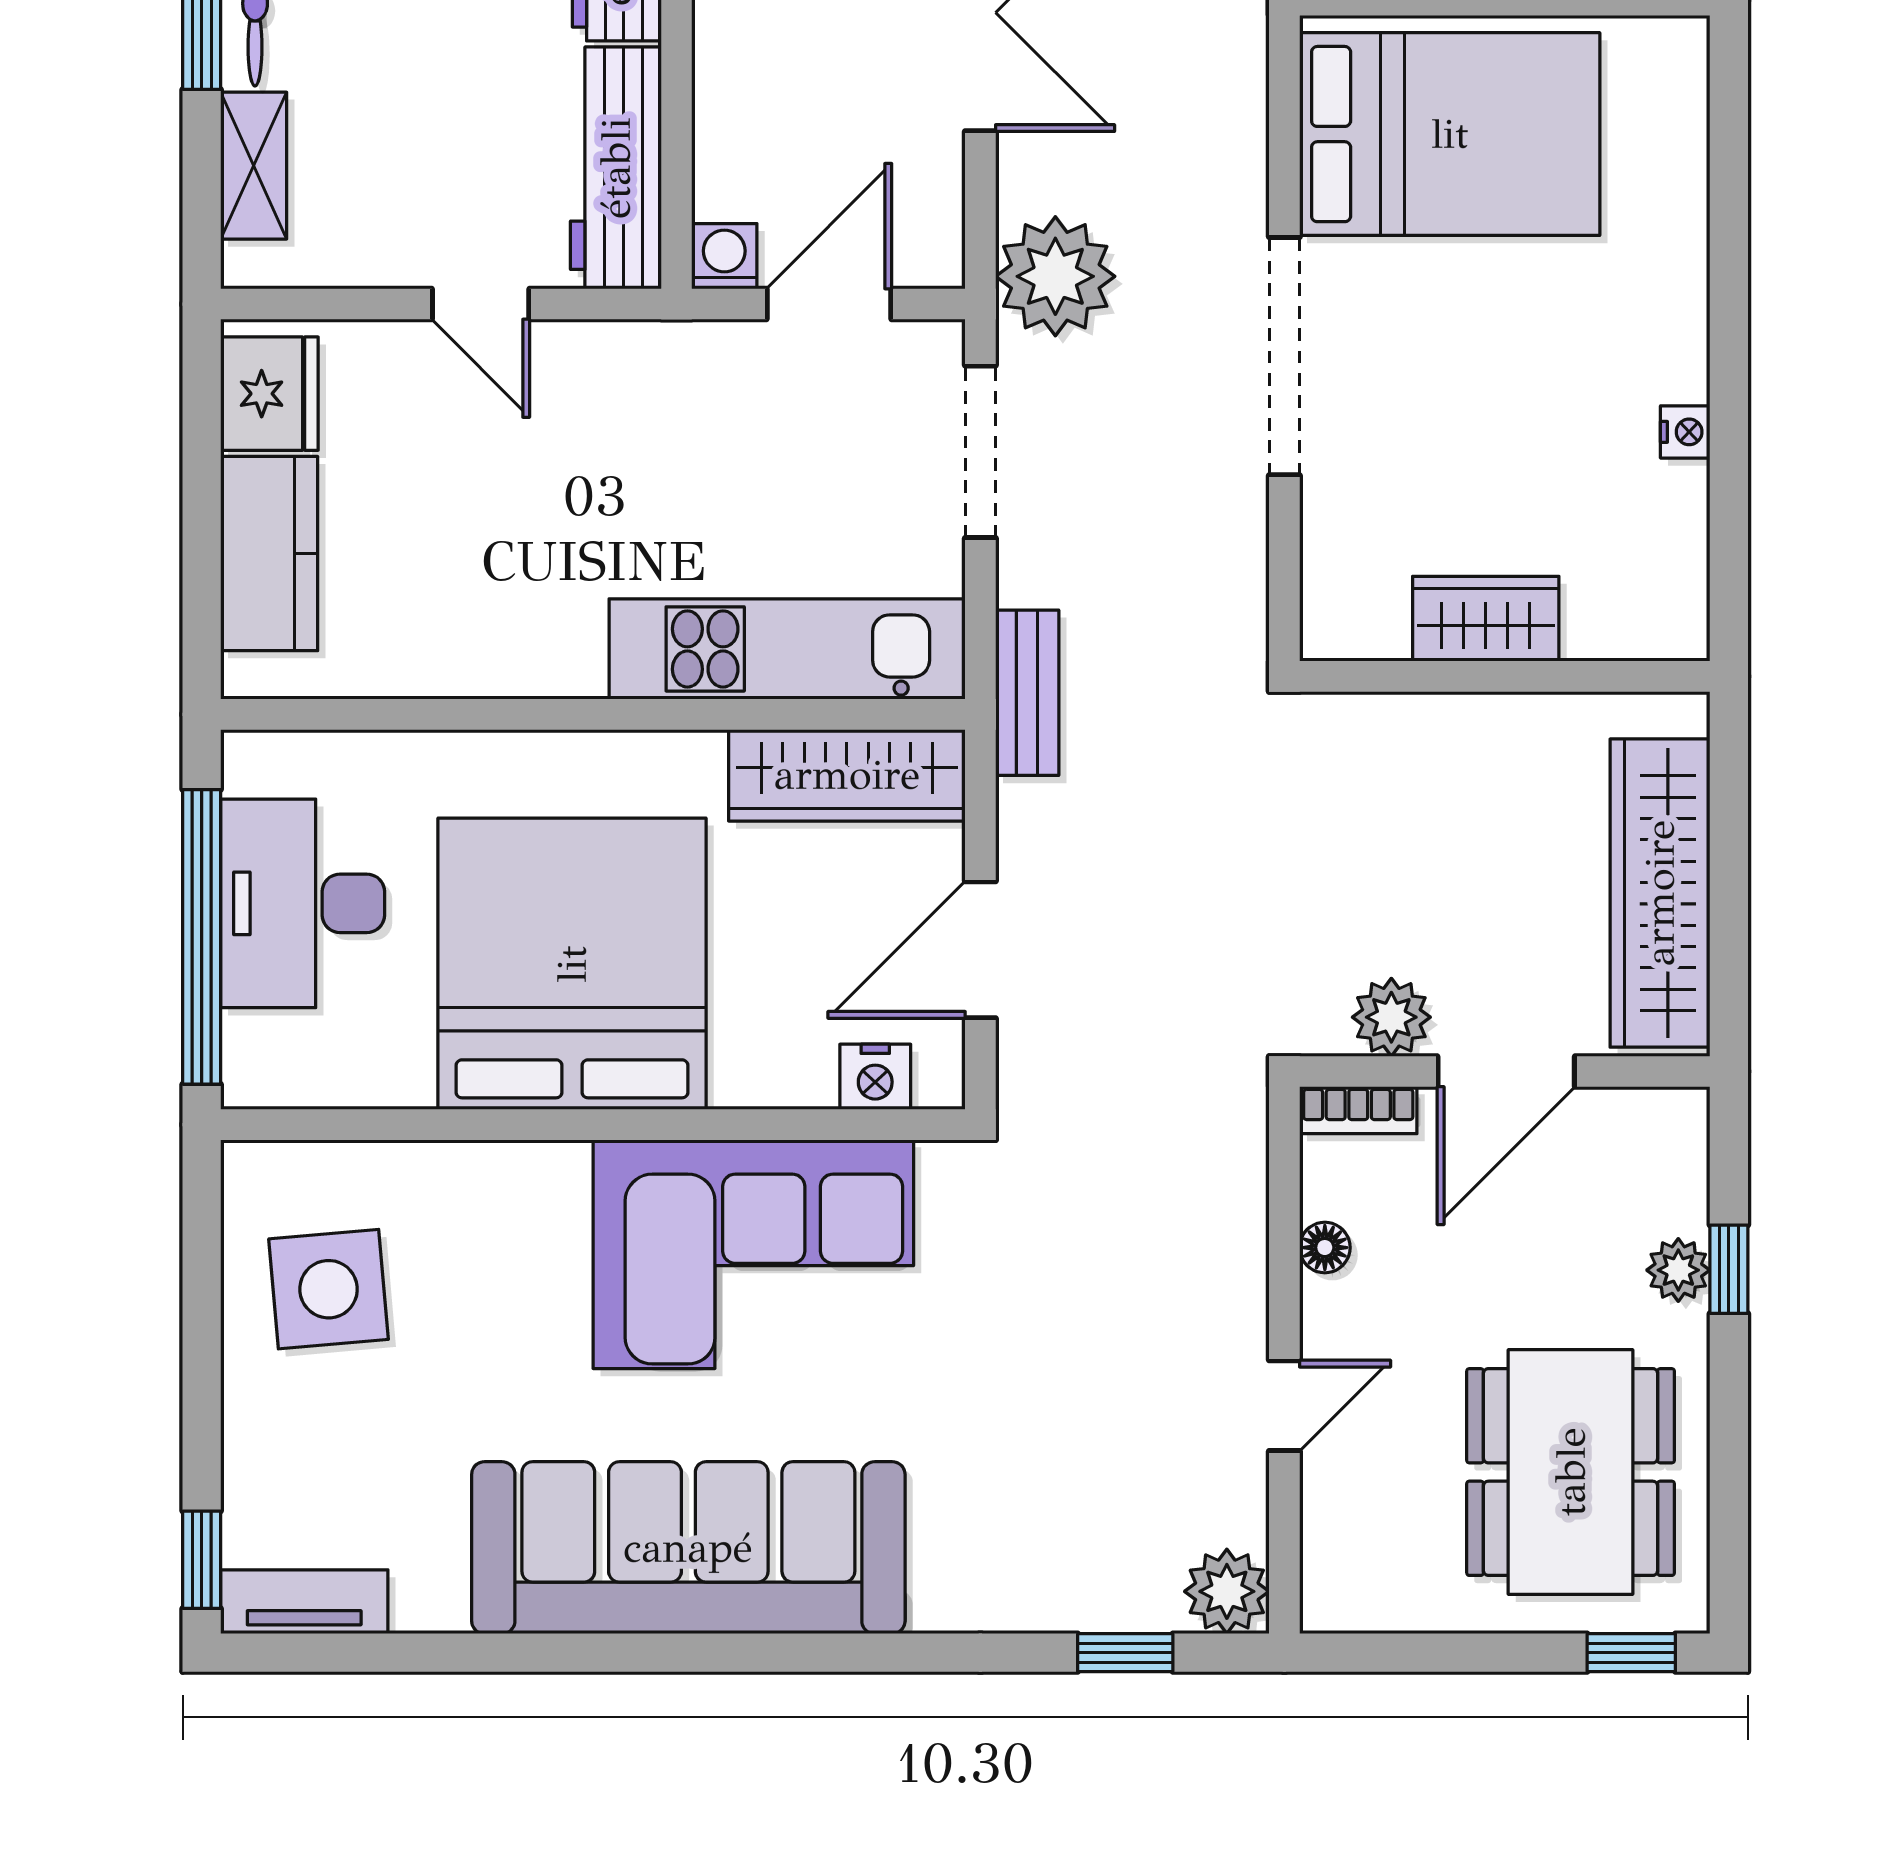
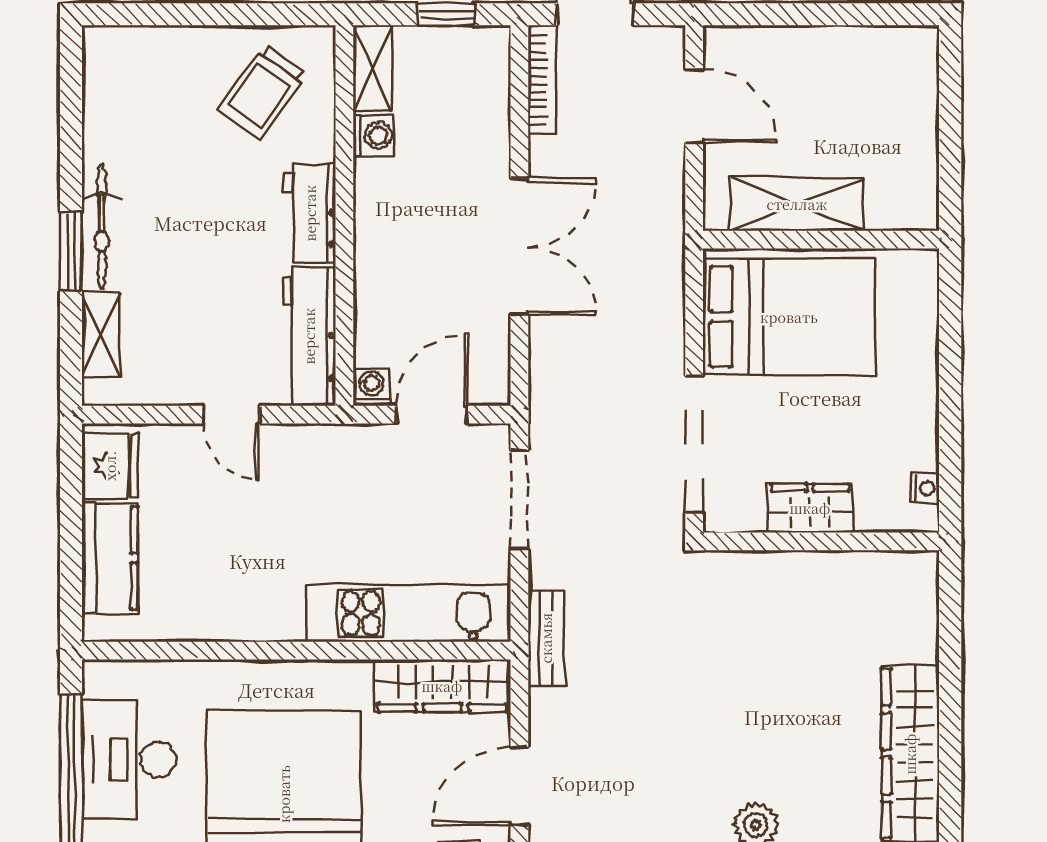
plant: (1055, 276) -> (562, 399), removed
wardrobe: (1486, 619) -> (810, 508), moved
wall: (1505, 676) -> (821, 541), moved

